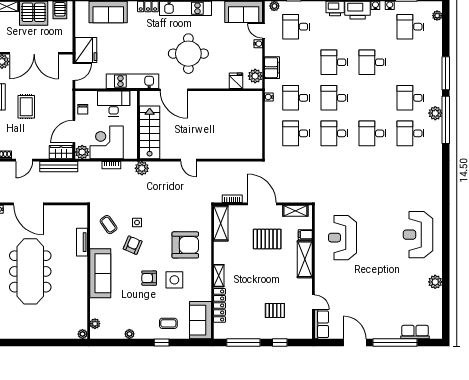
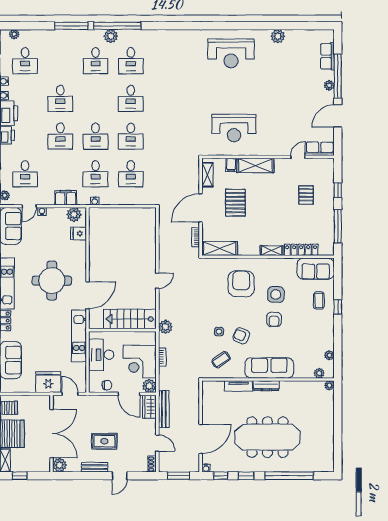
dresser: (82, 270) -> (266, 386), added
plant: (129, 334) -> (329, 355), moved
plant: (386, 334) -> (329, 85), added

